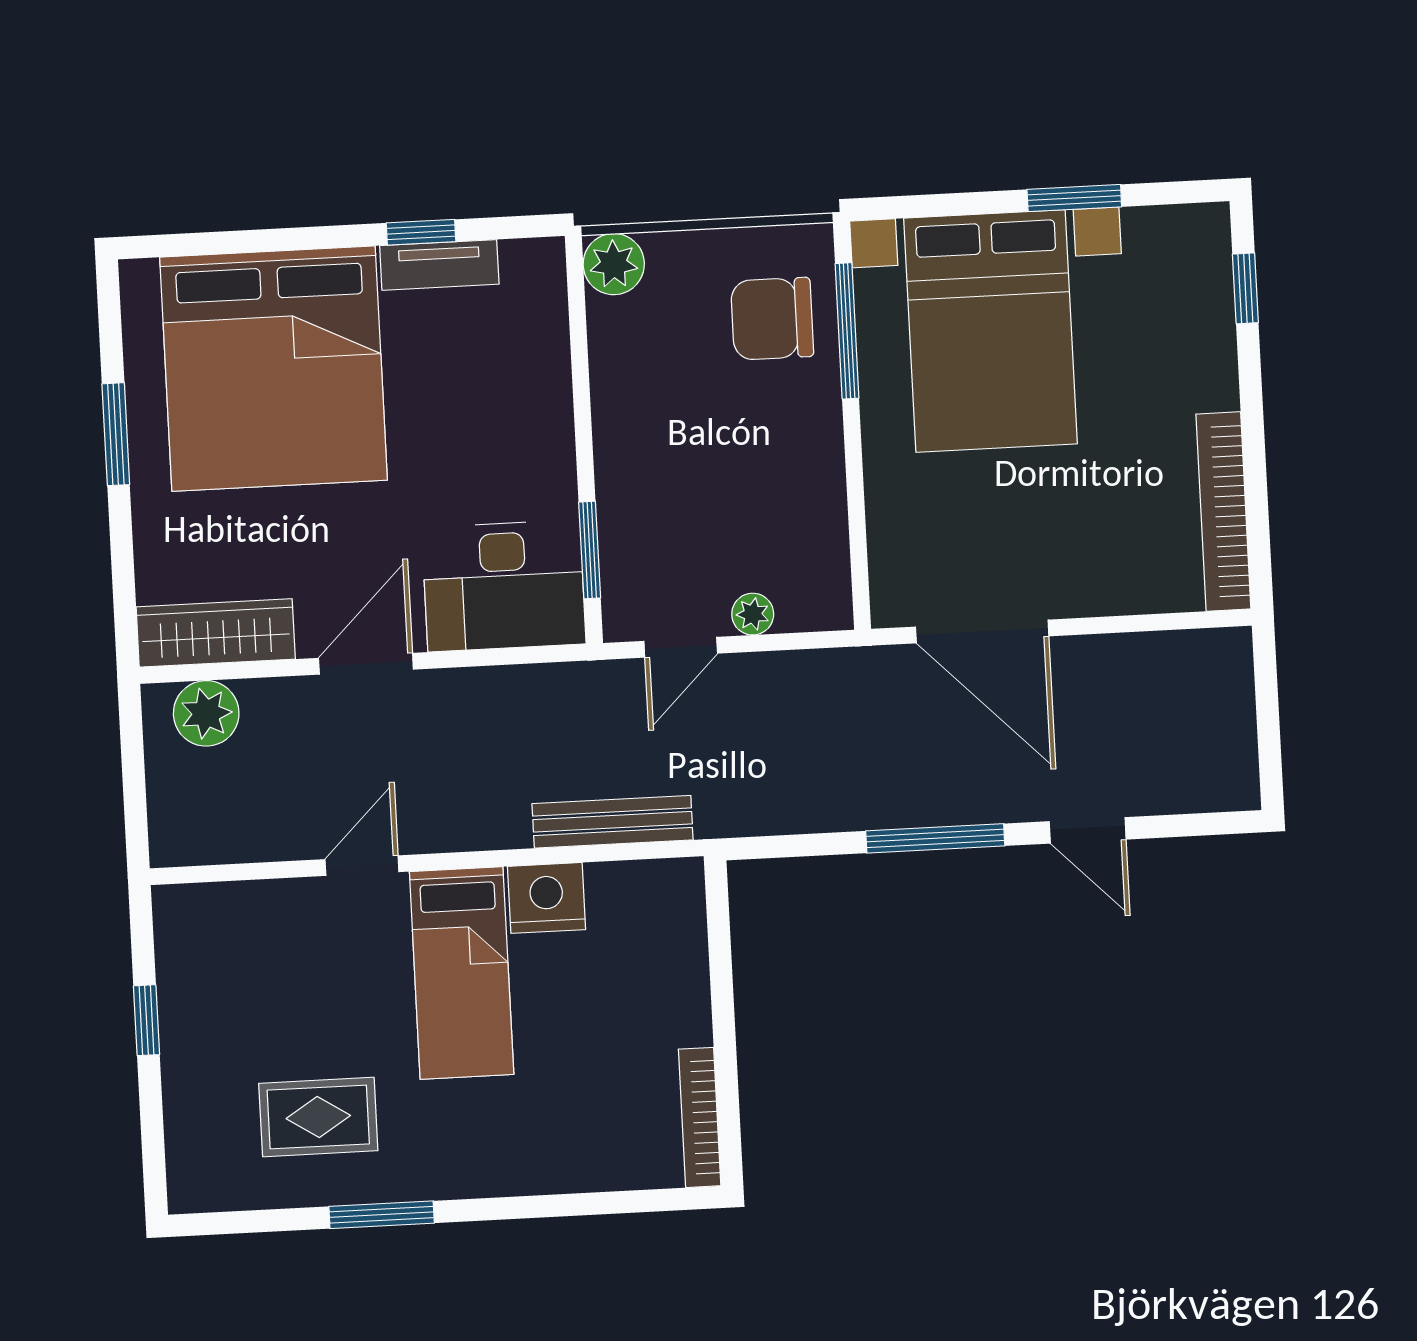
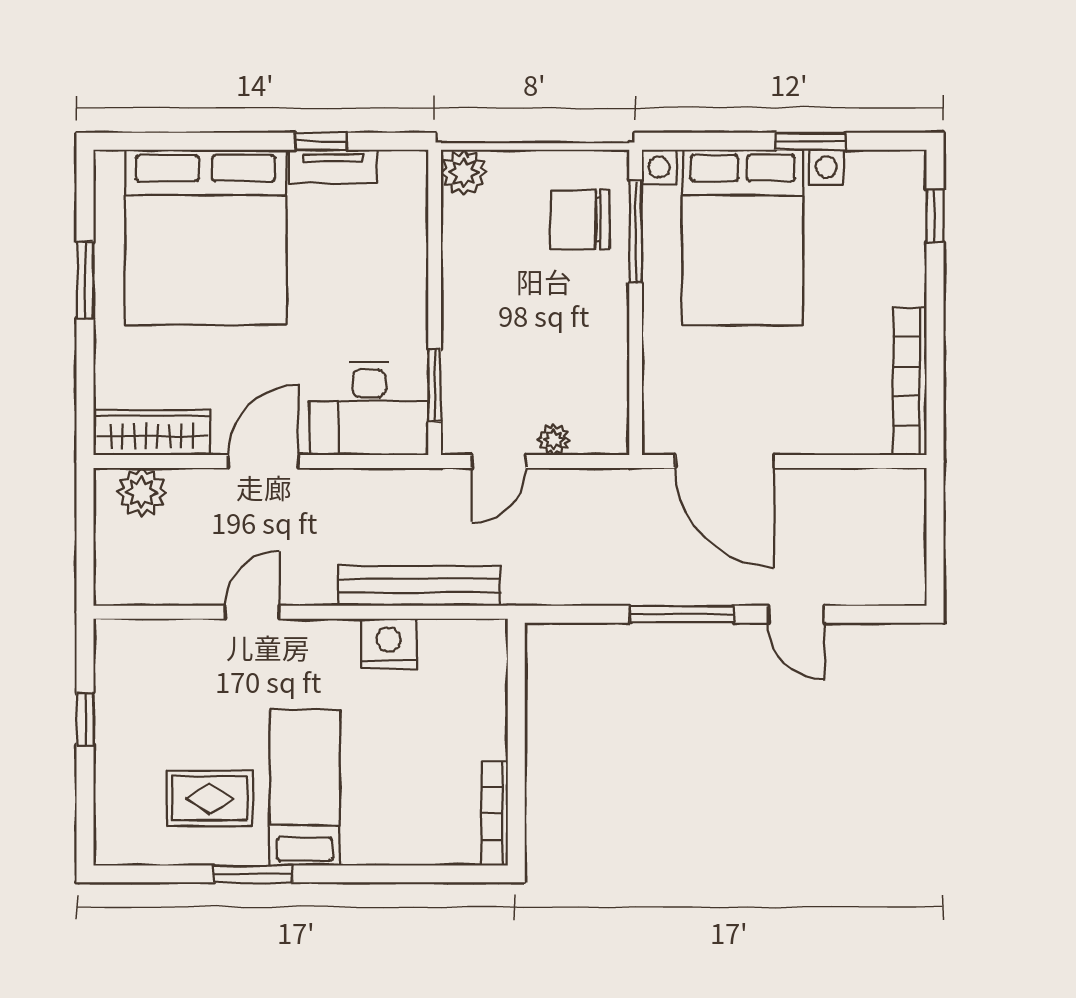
bench: (613, 822) -> (419, 586), width x1.37, depth x1.21
bed: (462, 973) -> (305, 788), moved, turned 180

